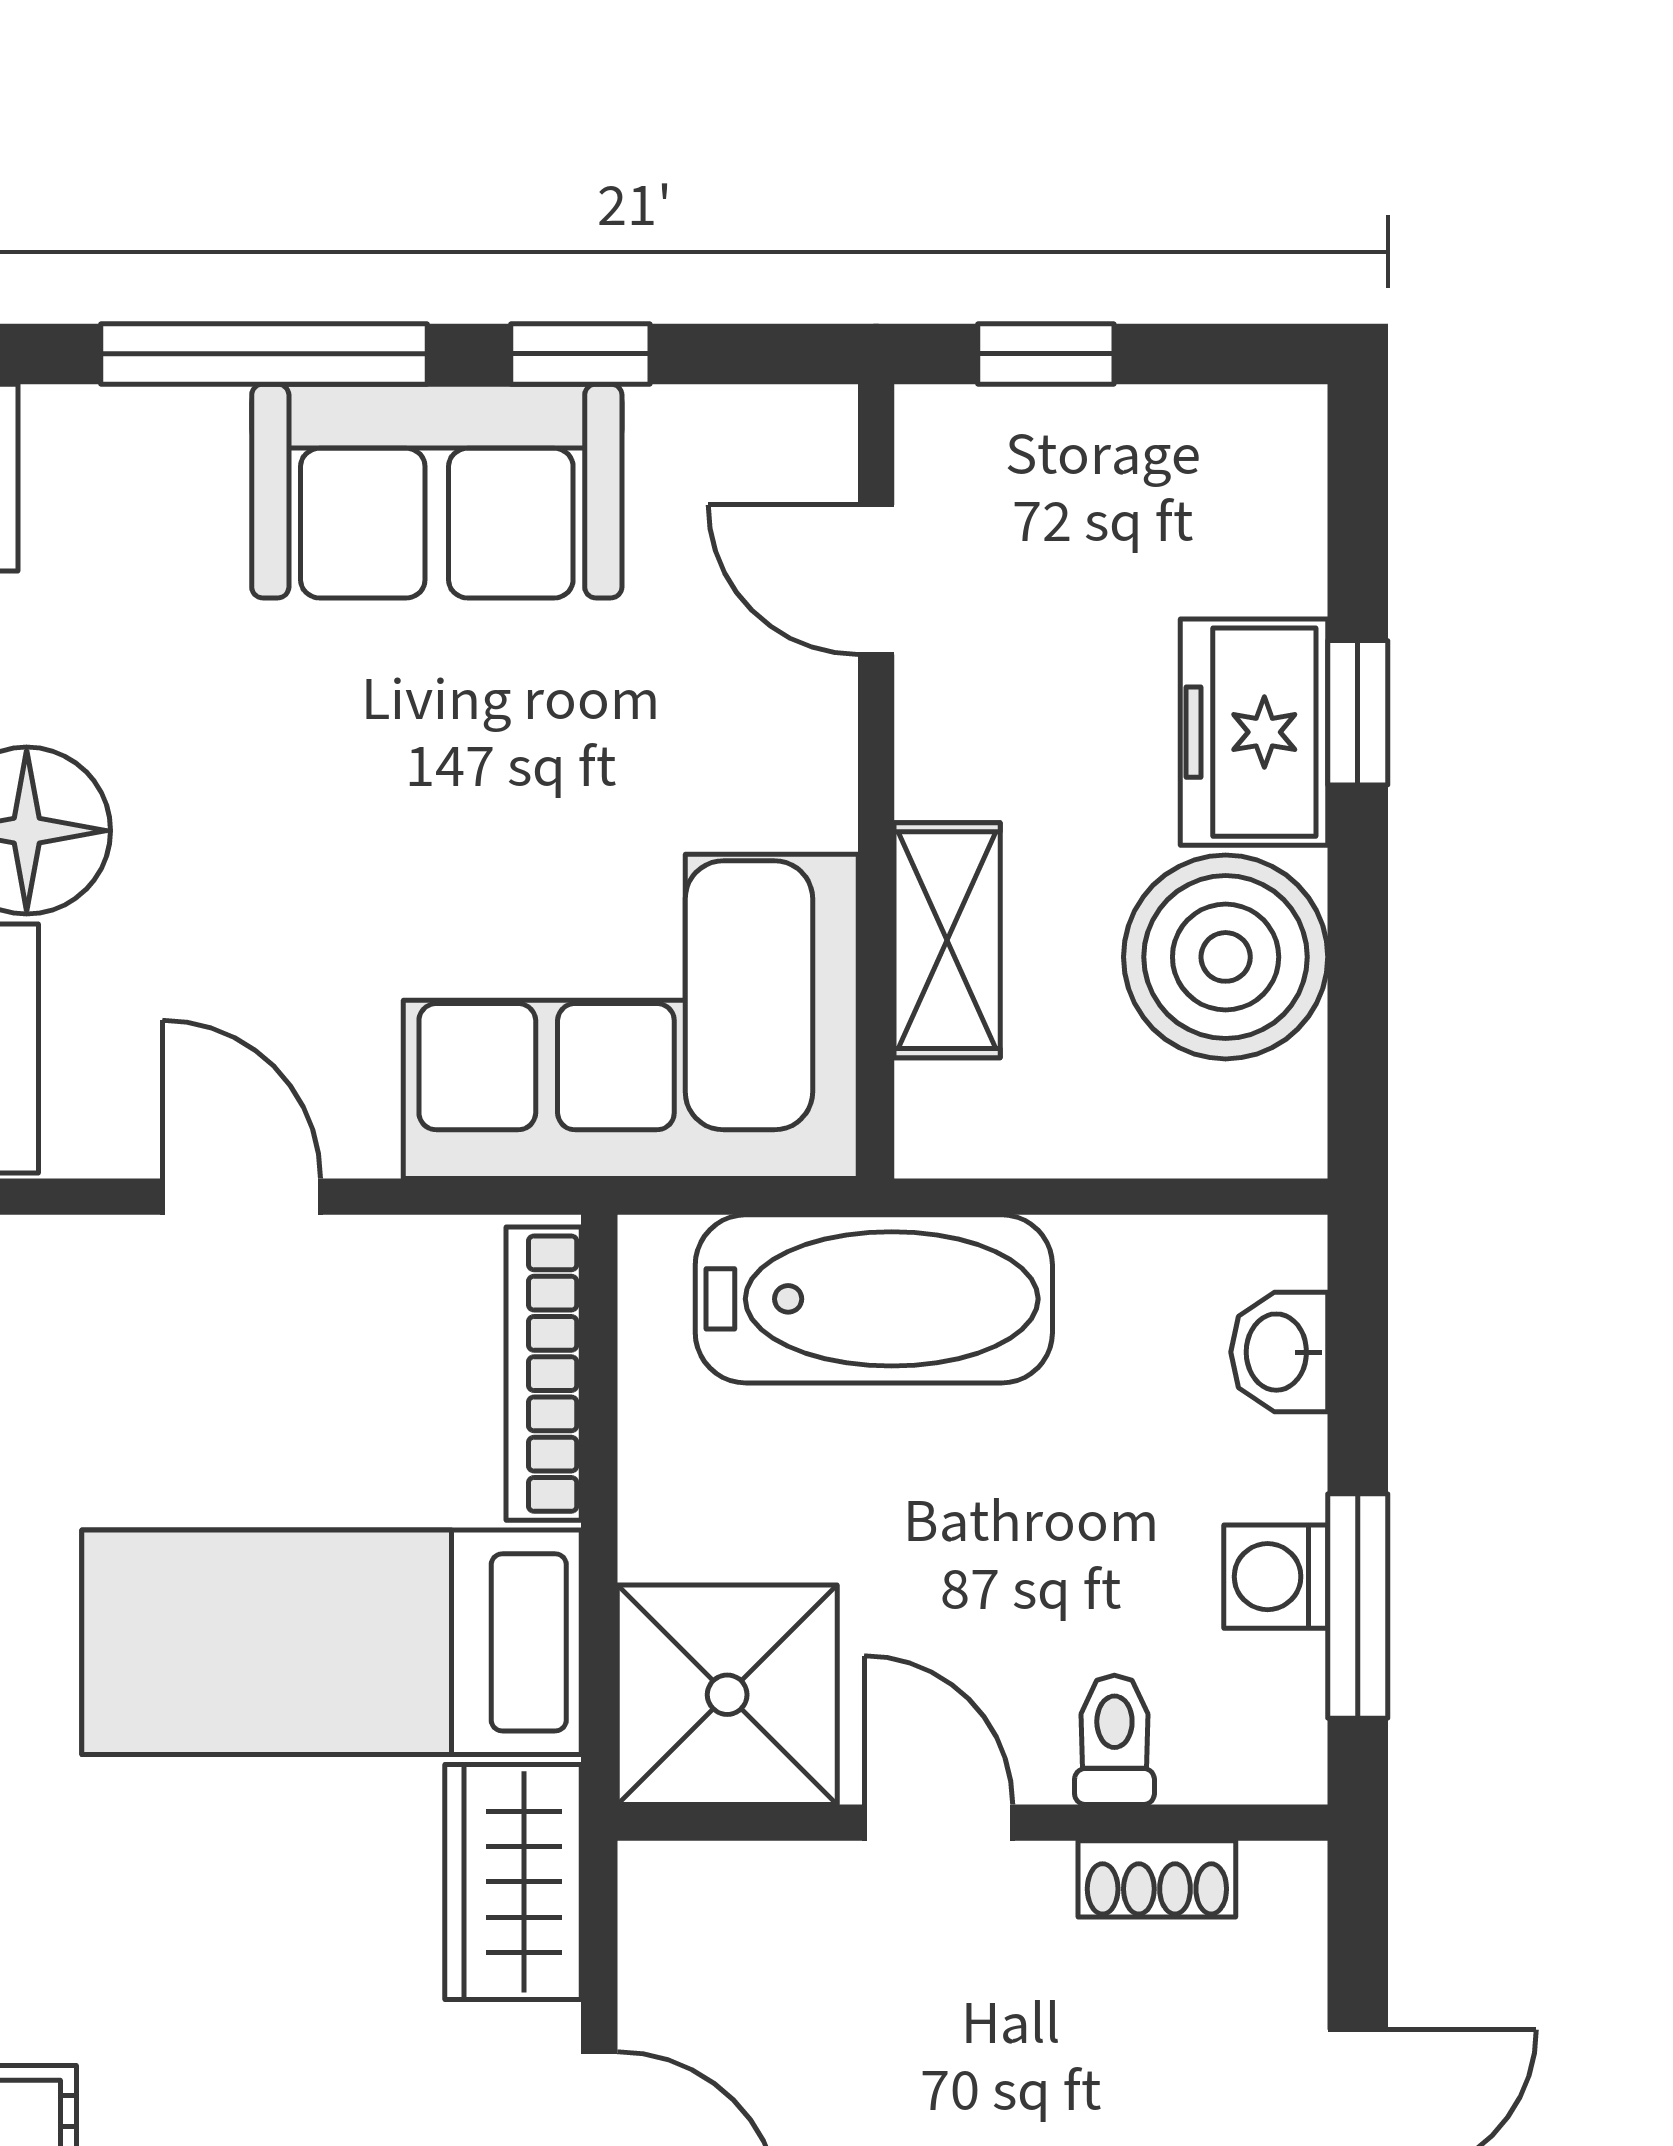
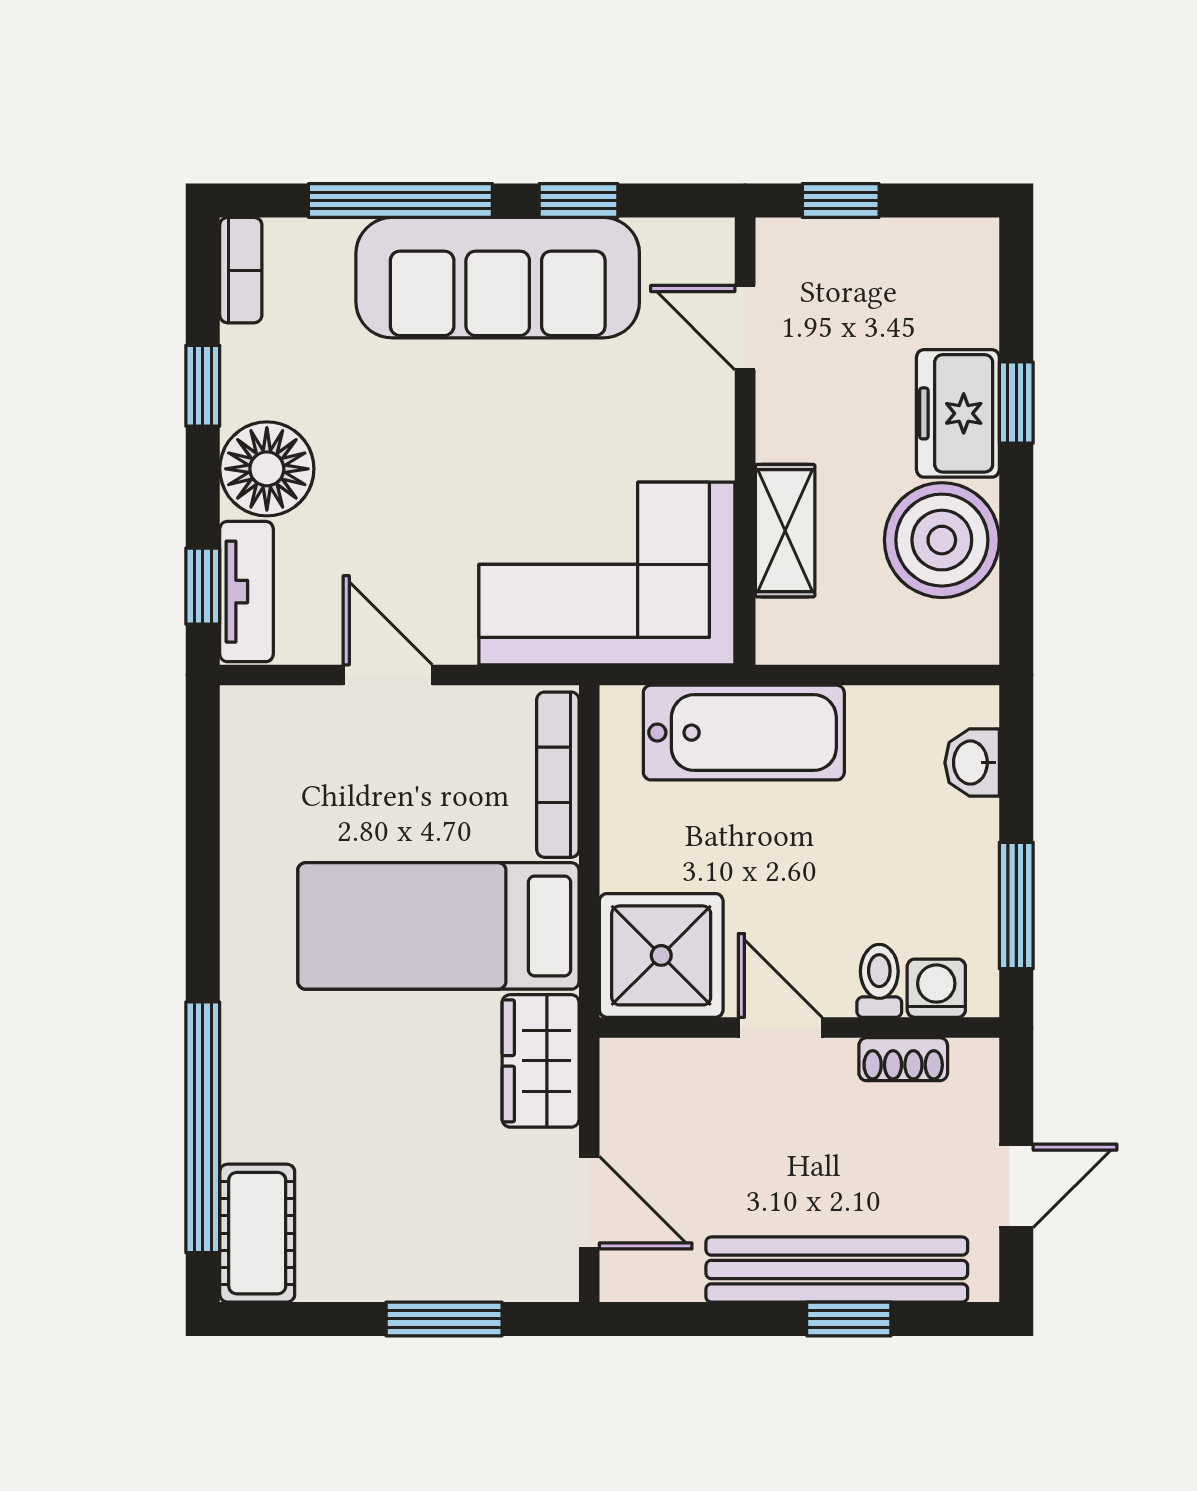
sofa: (437, 491) -> (498, 278), width x1.36
washing machine: (1276, 1577) -> (936, 988), moved, turned 90

